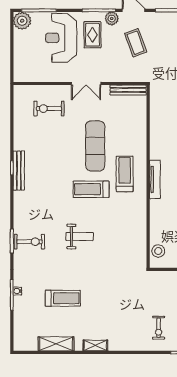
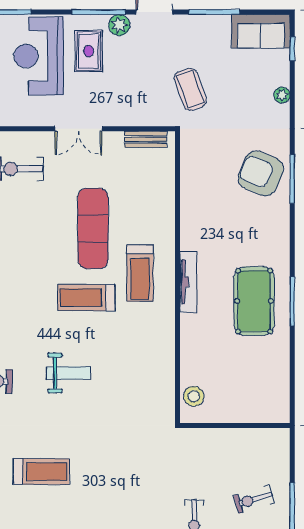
coffee table: (136, 43) -> (190, 89), moved
bench: (128, 90) -> (145, 139), width x0.73
treadmill: (125, 174) -> (140, 273), turned 180

